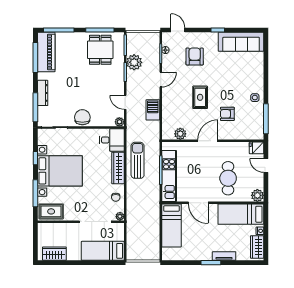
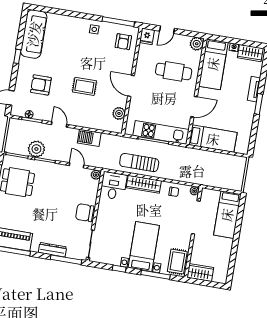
door: (125, 102) -> (77, 165), swing flipped
armchair: (227, 114) -> (123, 42), moved
bed with nightstands: (60, 171) -> (144, 247), width x0.73
wardrobe: (54, 254) -> (200, 272), moved, turned 90

